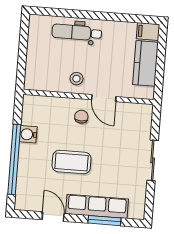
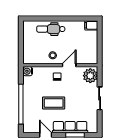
kitchen counter: (145, 63) -> (91, 44), removed
door: (104, 98) -> (69, 65), swing flipped
plant: (139, 119) -> (90, 76), added
water cooler: (28, 134) -> (28, 71), moved

